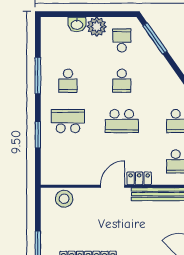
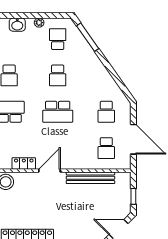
plant: (97, 27) -> (39, 23), width x0.53, depth x0.53
locker: (139, 178) -> (24, 163), moved

